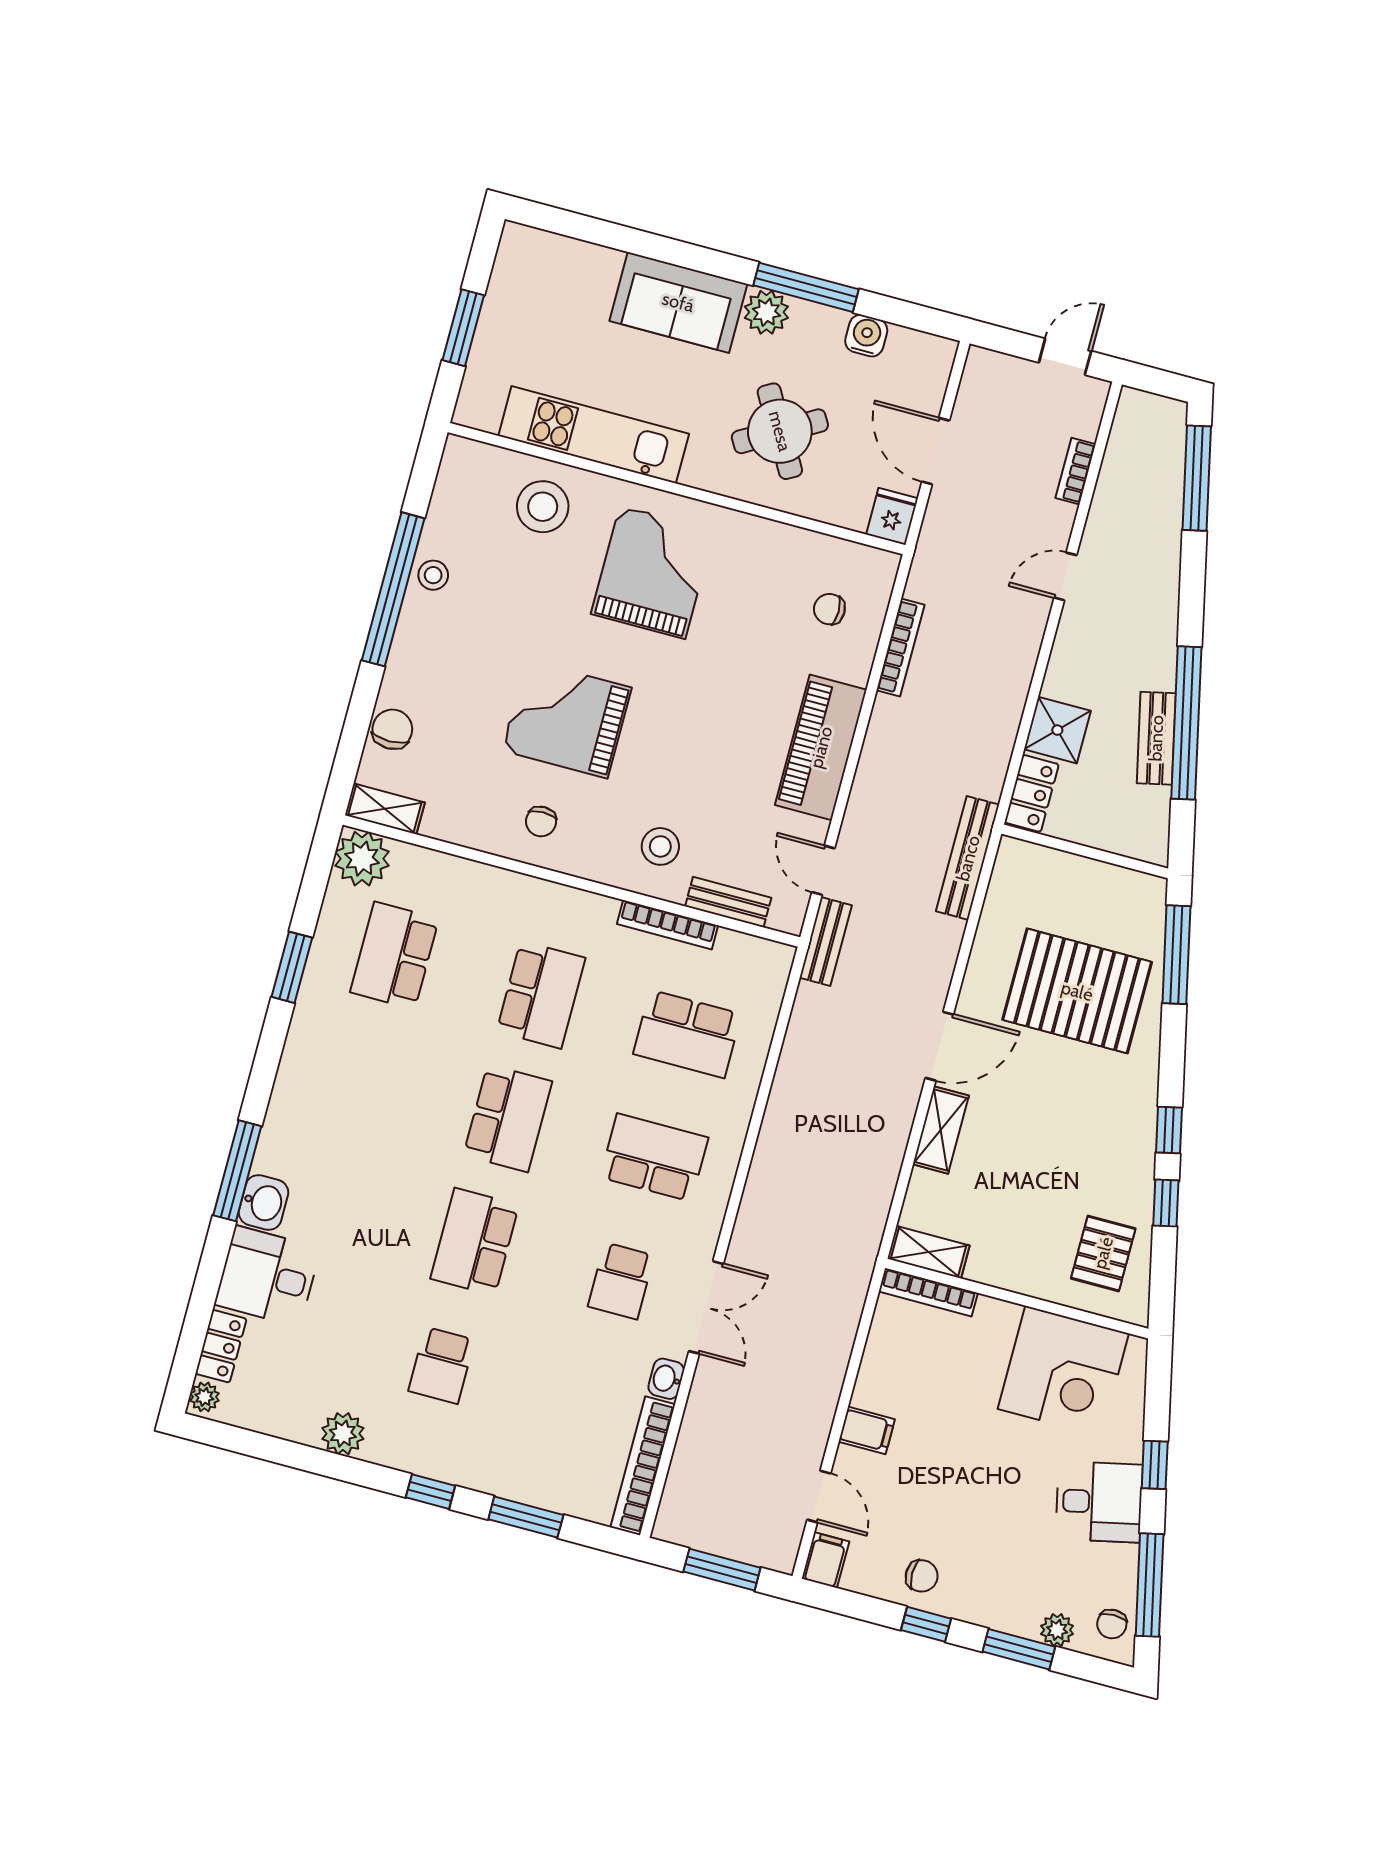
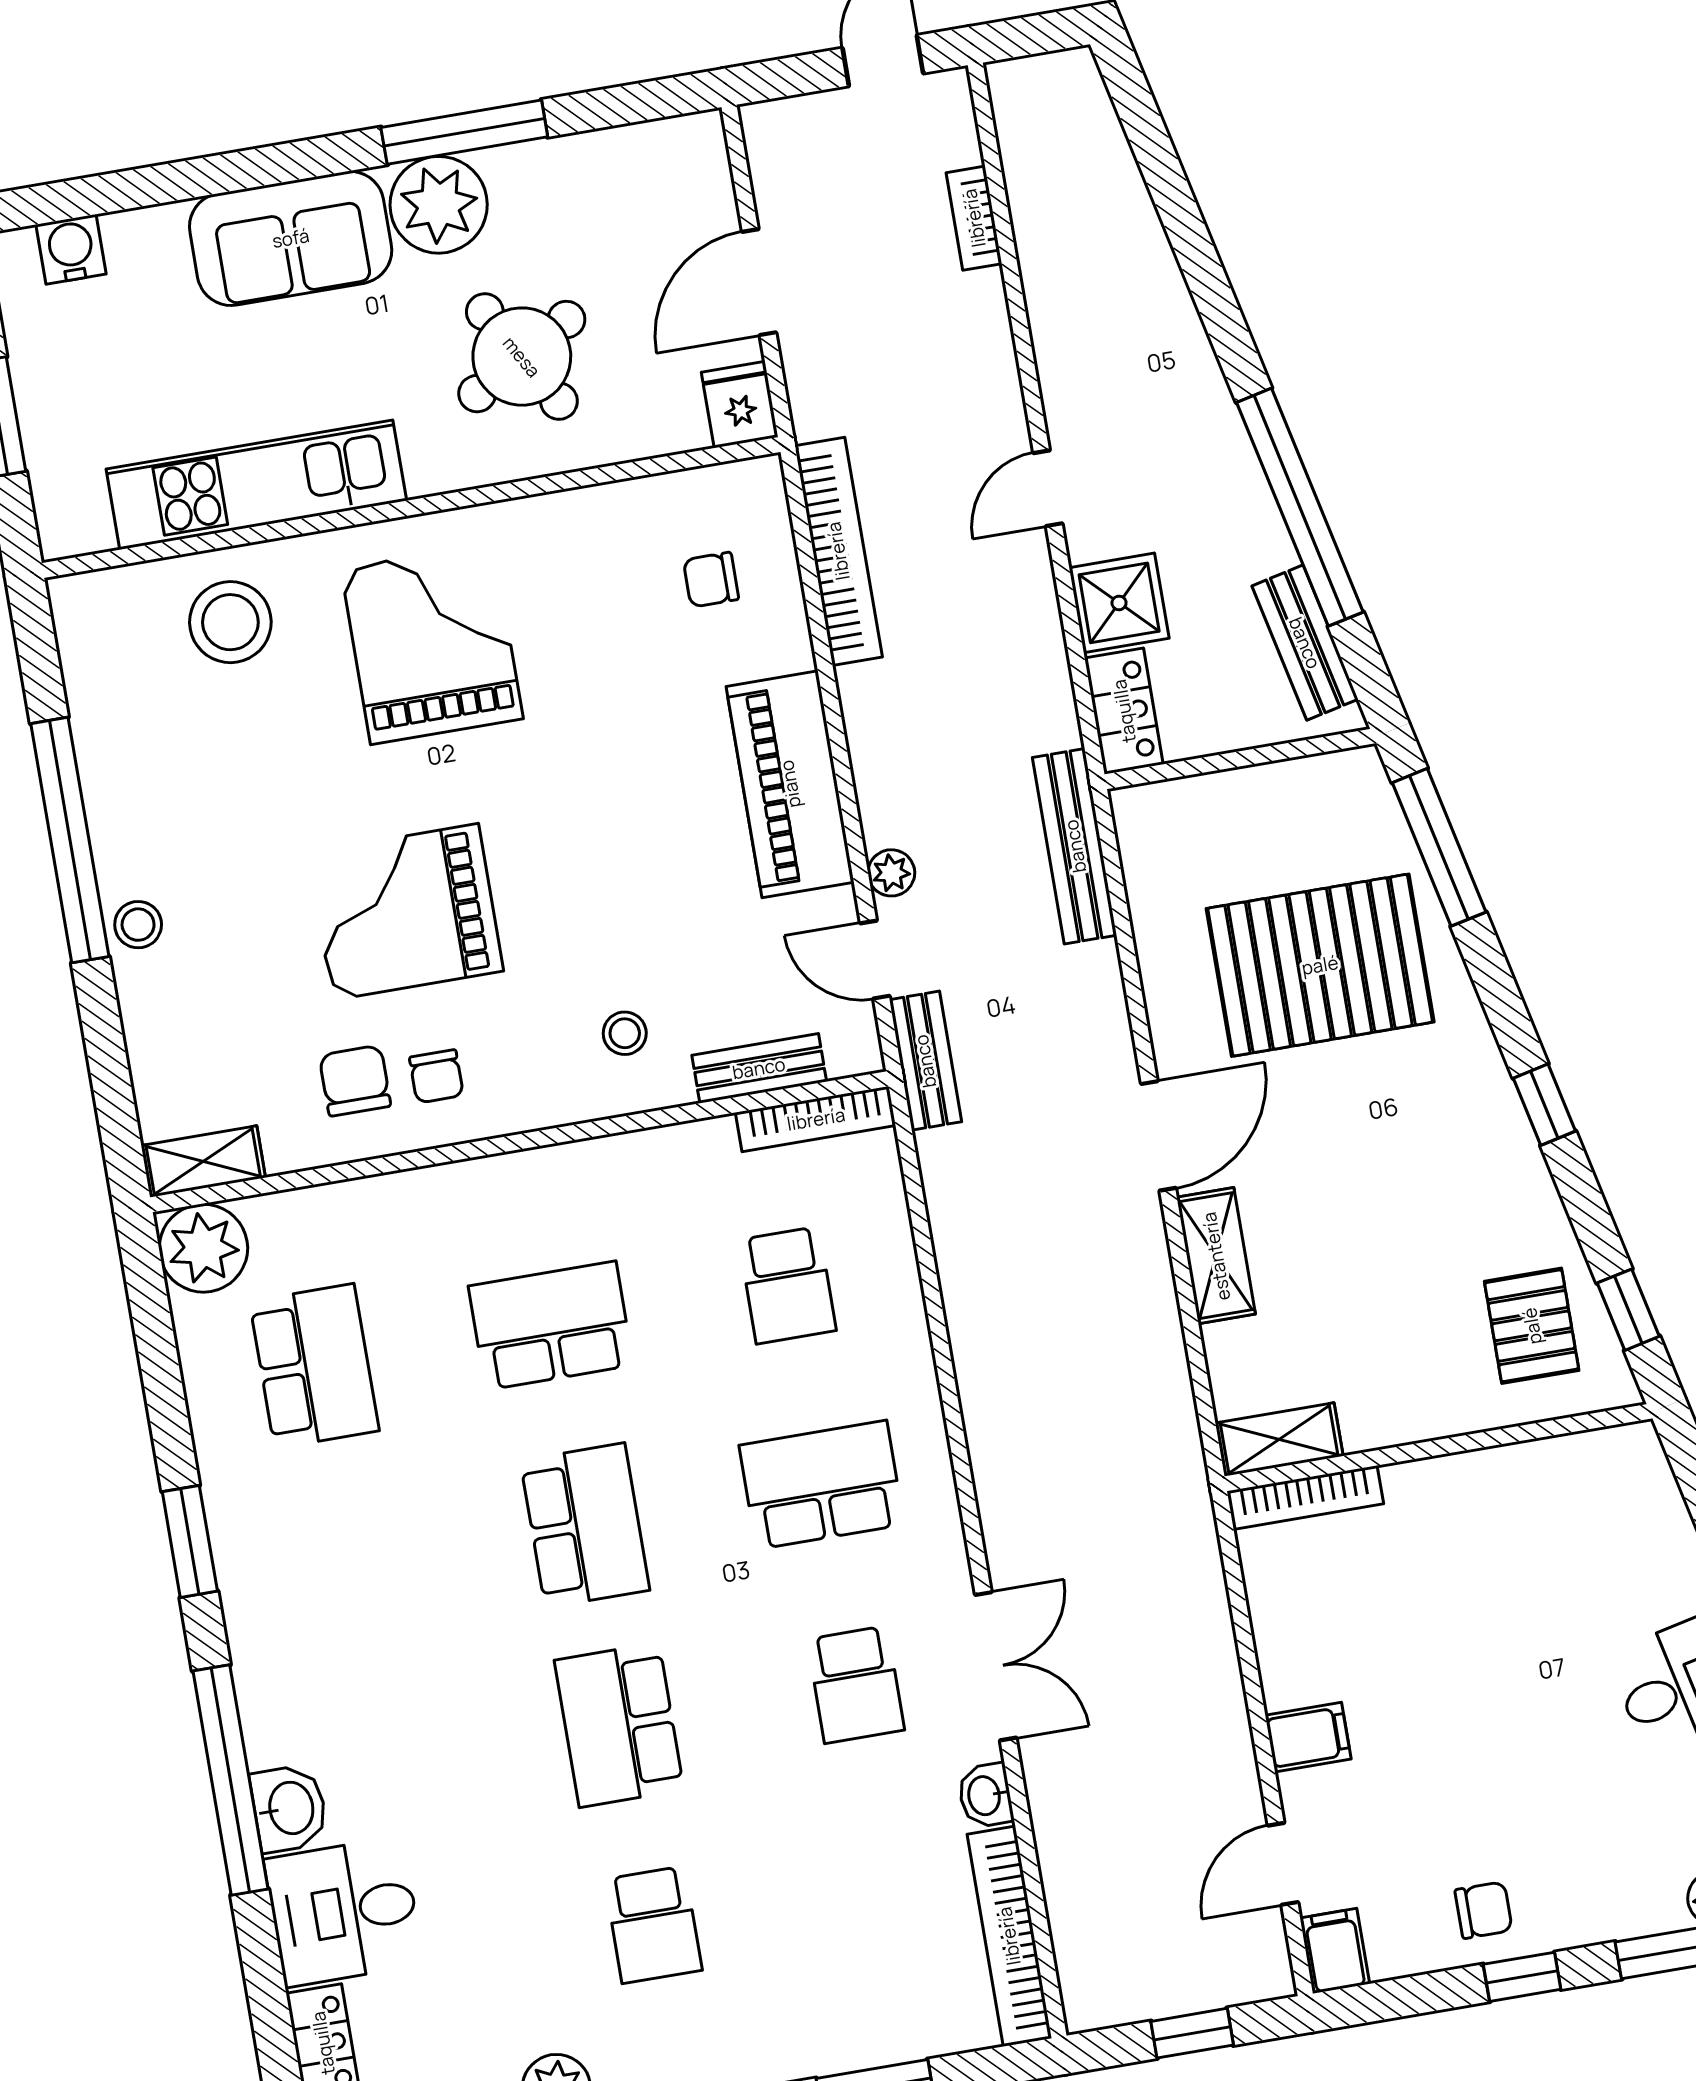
plant: (766, 312) -> (439, 205), width x1.36, depth x1.36
water cooler: (866, 336) -> (71, 249), moved
door: (936, 451) -> (759, 282), hinge flipped
window: (1197, 478) -> (1153, 148), removed
stool: (433, 575) -> (138, 925), moved
door: (1065, 576) -> (1048, 488), moved
bookcase: (900, 648) -> (838, 551), width x1.48, depth x1.31
chair: (392, 729) -> (355, 1081), moved
bench: (1156, 738) -> (1305, 643), moved
plant: (856, 825) -> (891, 873), added
stool: (660, 846) -> (625, 1033), width x0.73, depth x0.73
bookcase: (668, 925) -> (816, 1119), moved
school desk: (395, 955) -> (314, 1366), turned 180
window: (292, 967) -> (190, 1541), moved
school desk: (541, 995) -> (551, 1326), turned -90
school desk: (687, 1034) -> (787, 1285), width x0.54
window: (237, 1171) -> (231, 1780), width x1.46
window: (1166, 1203) -> (1628, 1310), moved
corner desk: (1063, 1371) -> (1552, 1522), removed
door: (819, 1496) -> (1283, 1864), swing flipped
window: (722, 1570) -> (1192, 2033), width x0.67

